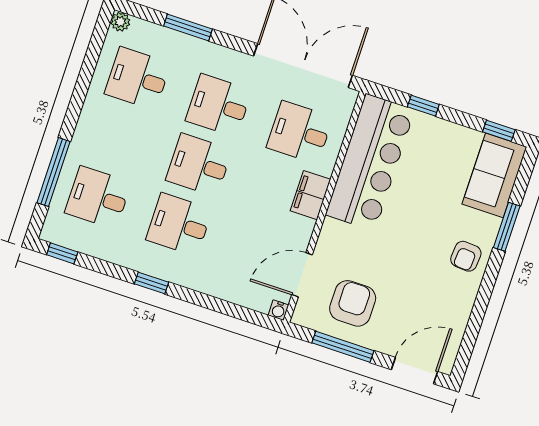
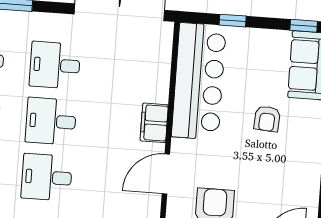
desk: (300, 132) -> (131, 71), removed
armchair: (466, 256) -> (267, 119), moved
door: (302, 275) -> (166, 174), moved

